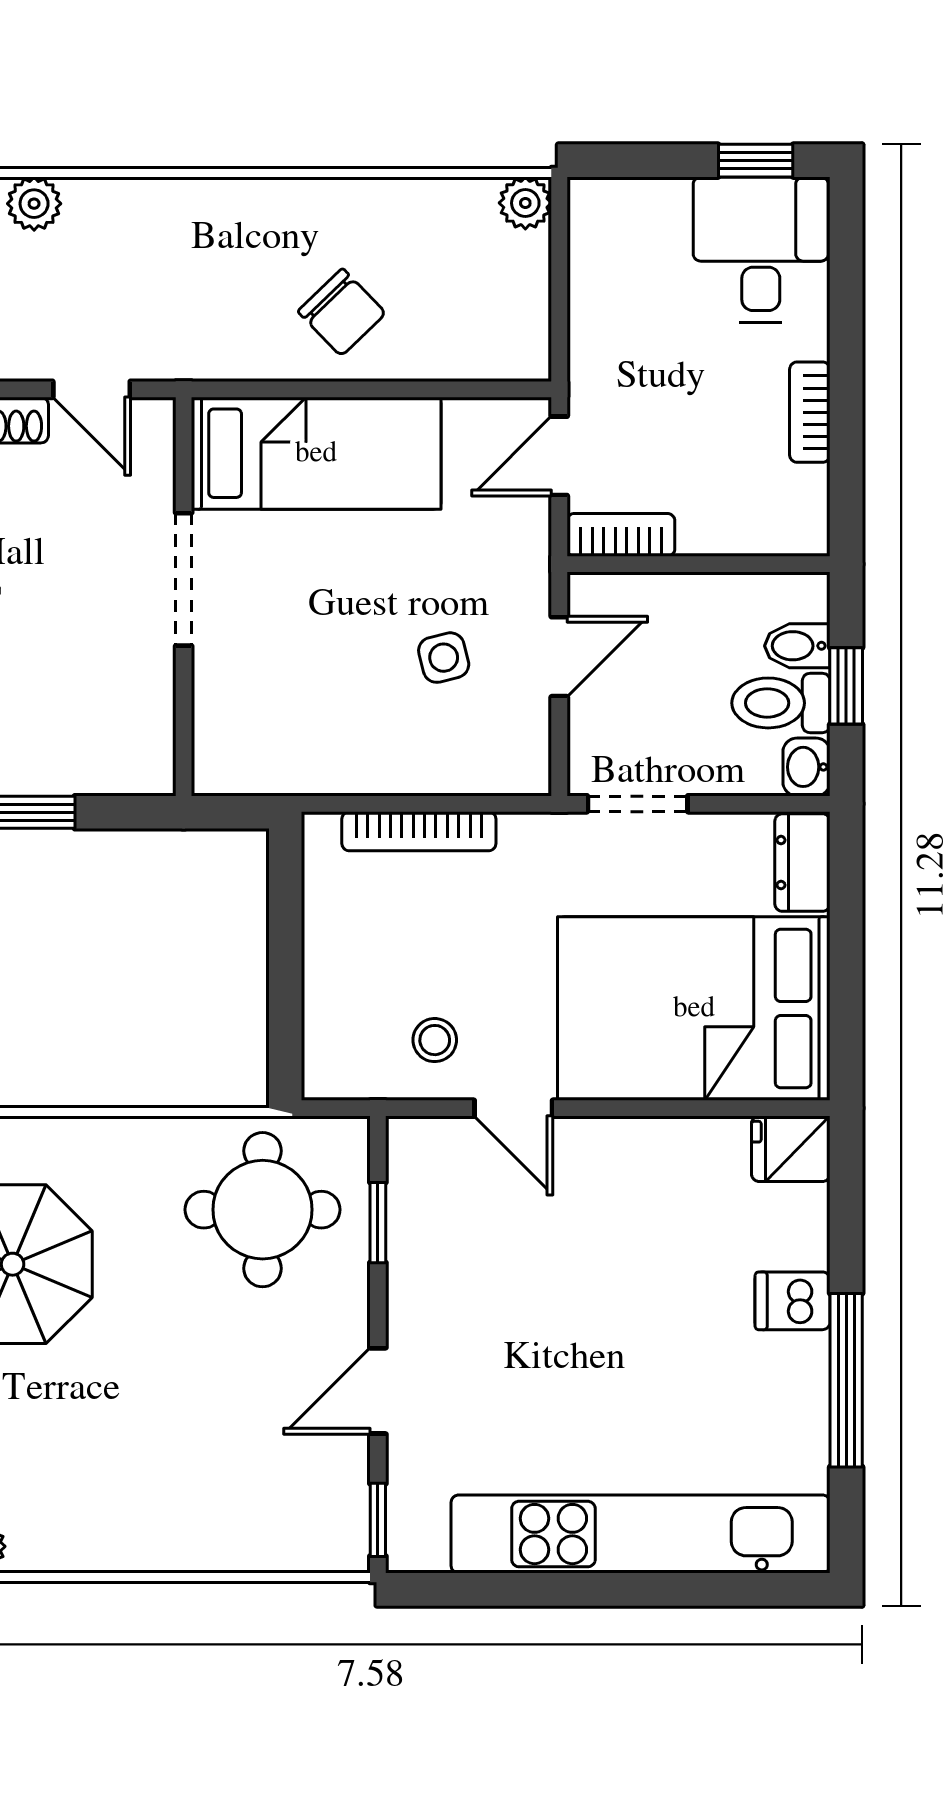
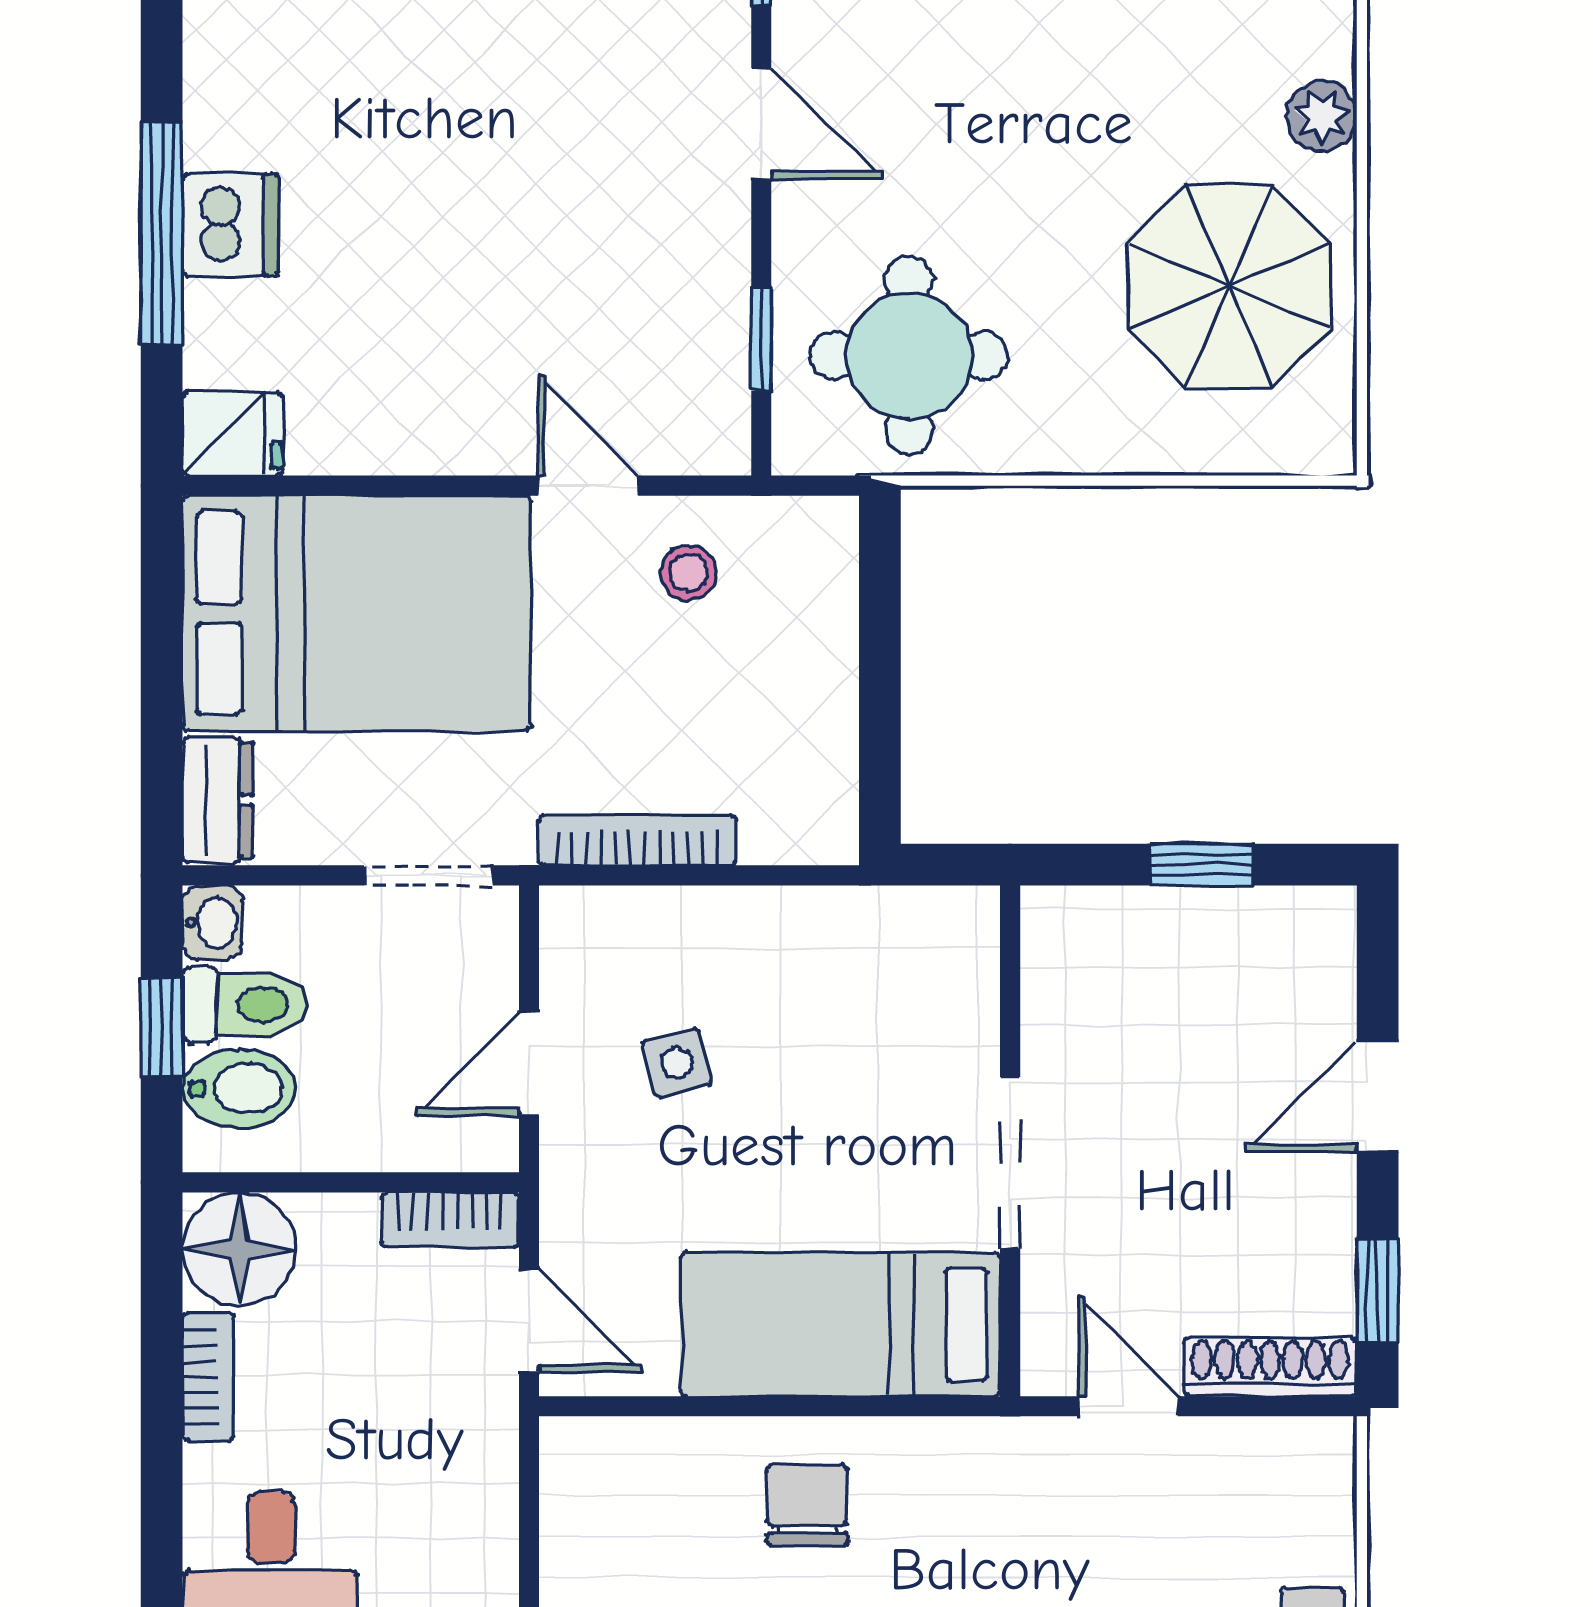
chair: (342, 312) -> (807, 1505), turned 44
door: (559, 456) -> (529, 1321), hinge flipped
floor lamp: (786, 512) -> (239, 1249), added
bidet: (797, 646) -> (239, 1089), width x1.38, depth x1.36
bookcase: (419, 831) -> (638, 840), moved
dishwasher: (793, 1301) -> (230, 225), width x1.38
window: (846, 1380) -> (162, 233), moved
door: (378, 1391) -> (761, 123), hinge flipped

